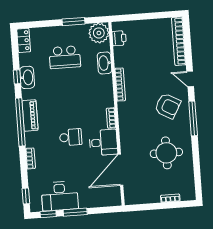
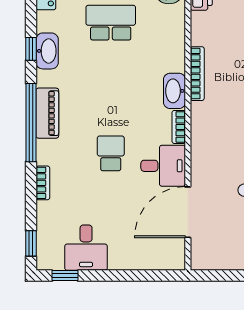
school desk: (65, 57) -> (111, 23), turned 180
washbasin: (104, 63) -> (174, 91), moved
school desk: (71, 137) -> (111, 153), turned -90
desk: (60, 196) -> (86, 248), width x0.73
window: (75, 212) -> (109, 276), removed

